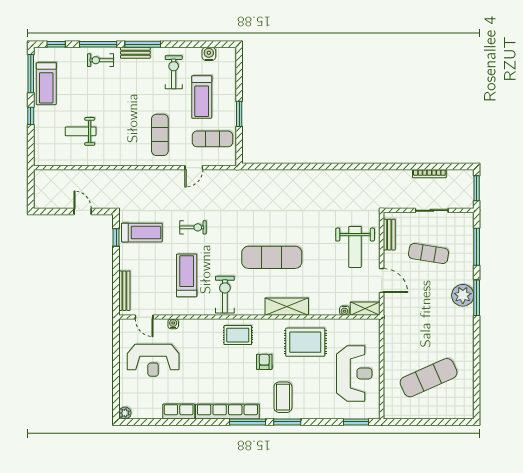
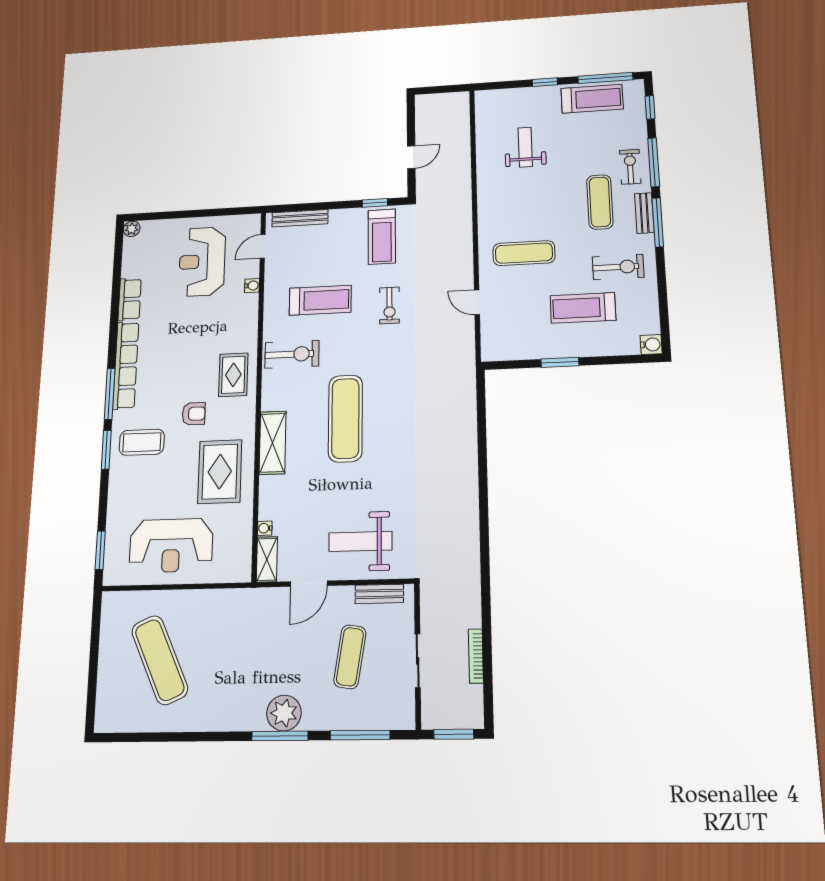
water cooler: (209, 54) -> (651, 345), moved
treadmill: (46, 84) -> (592, 99), turned 180
exercise mat: (212, 139) -> (600, 202), moved

